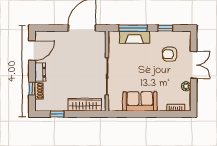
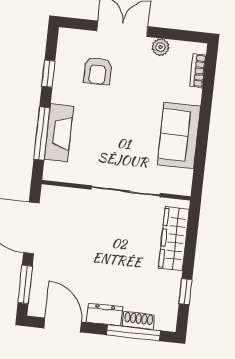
window: (51, 28) -> (25, 284), added
window: (32, 89) -> (133, 333), width x2.17

